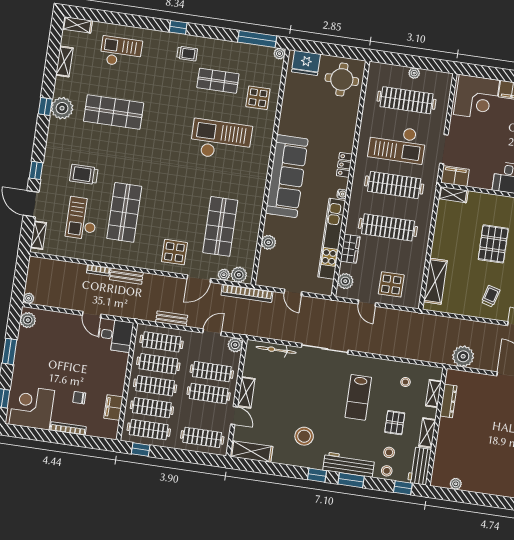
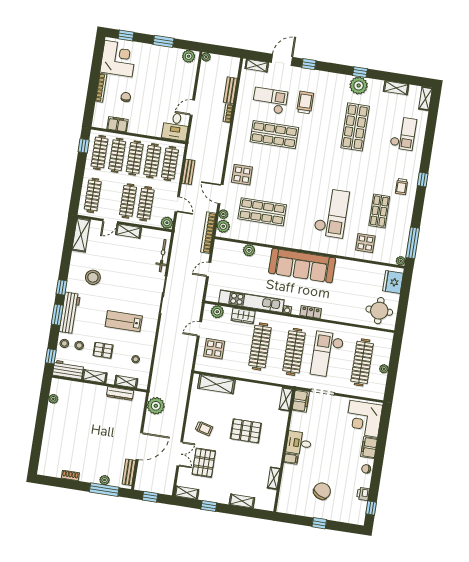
bench: (126, 276) -> (230, 90), moved

